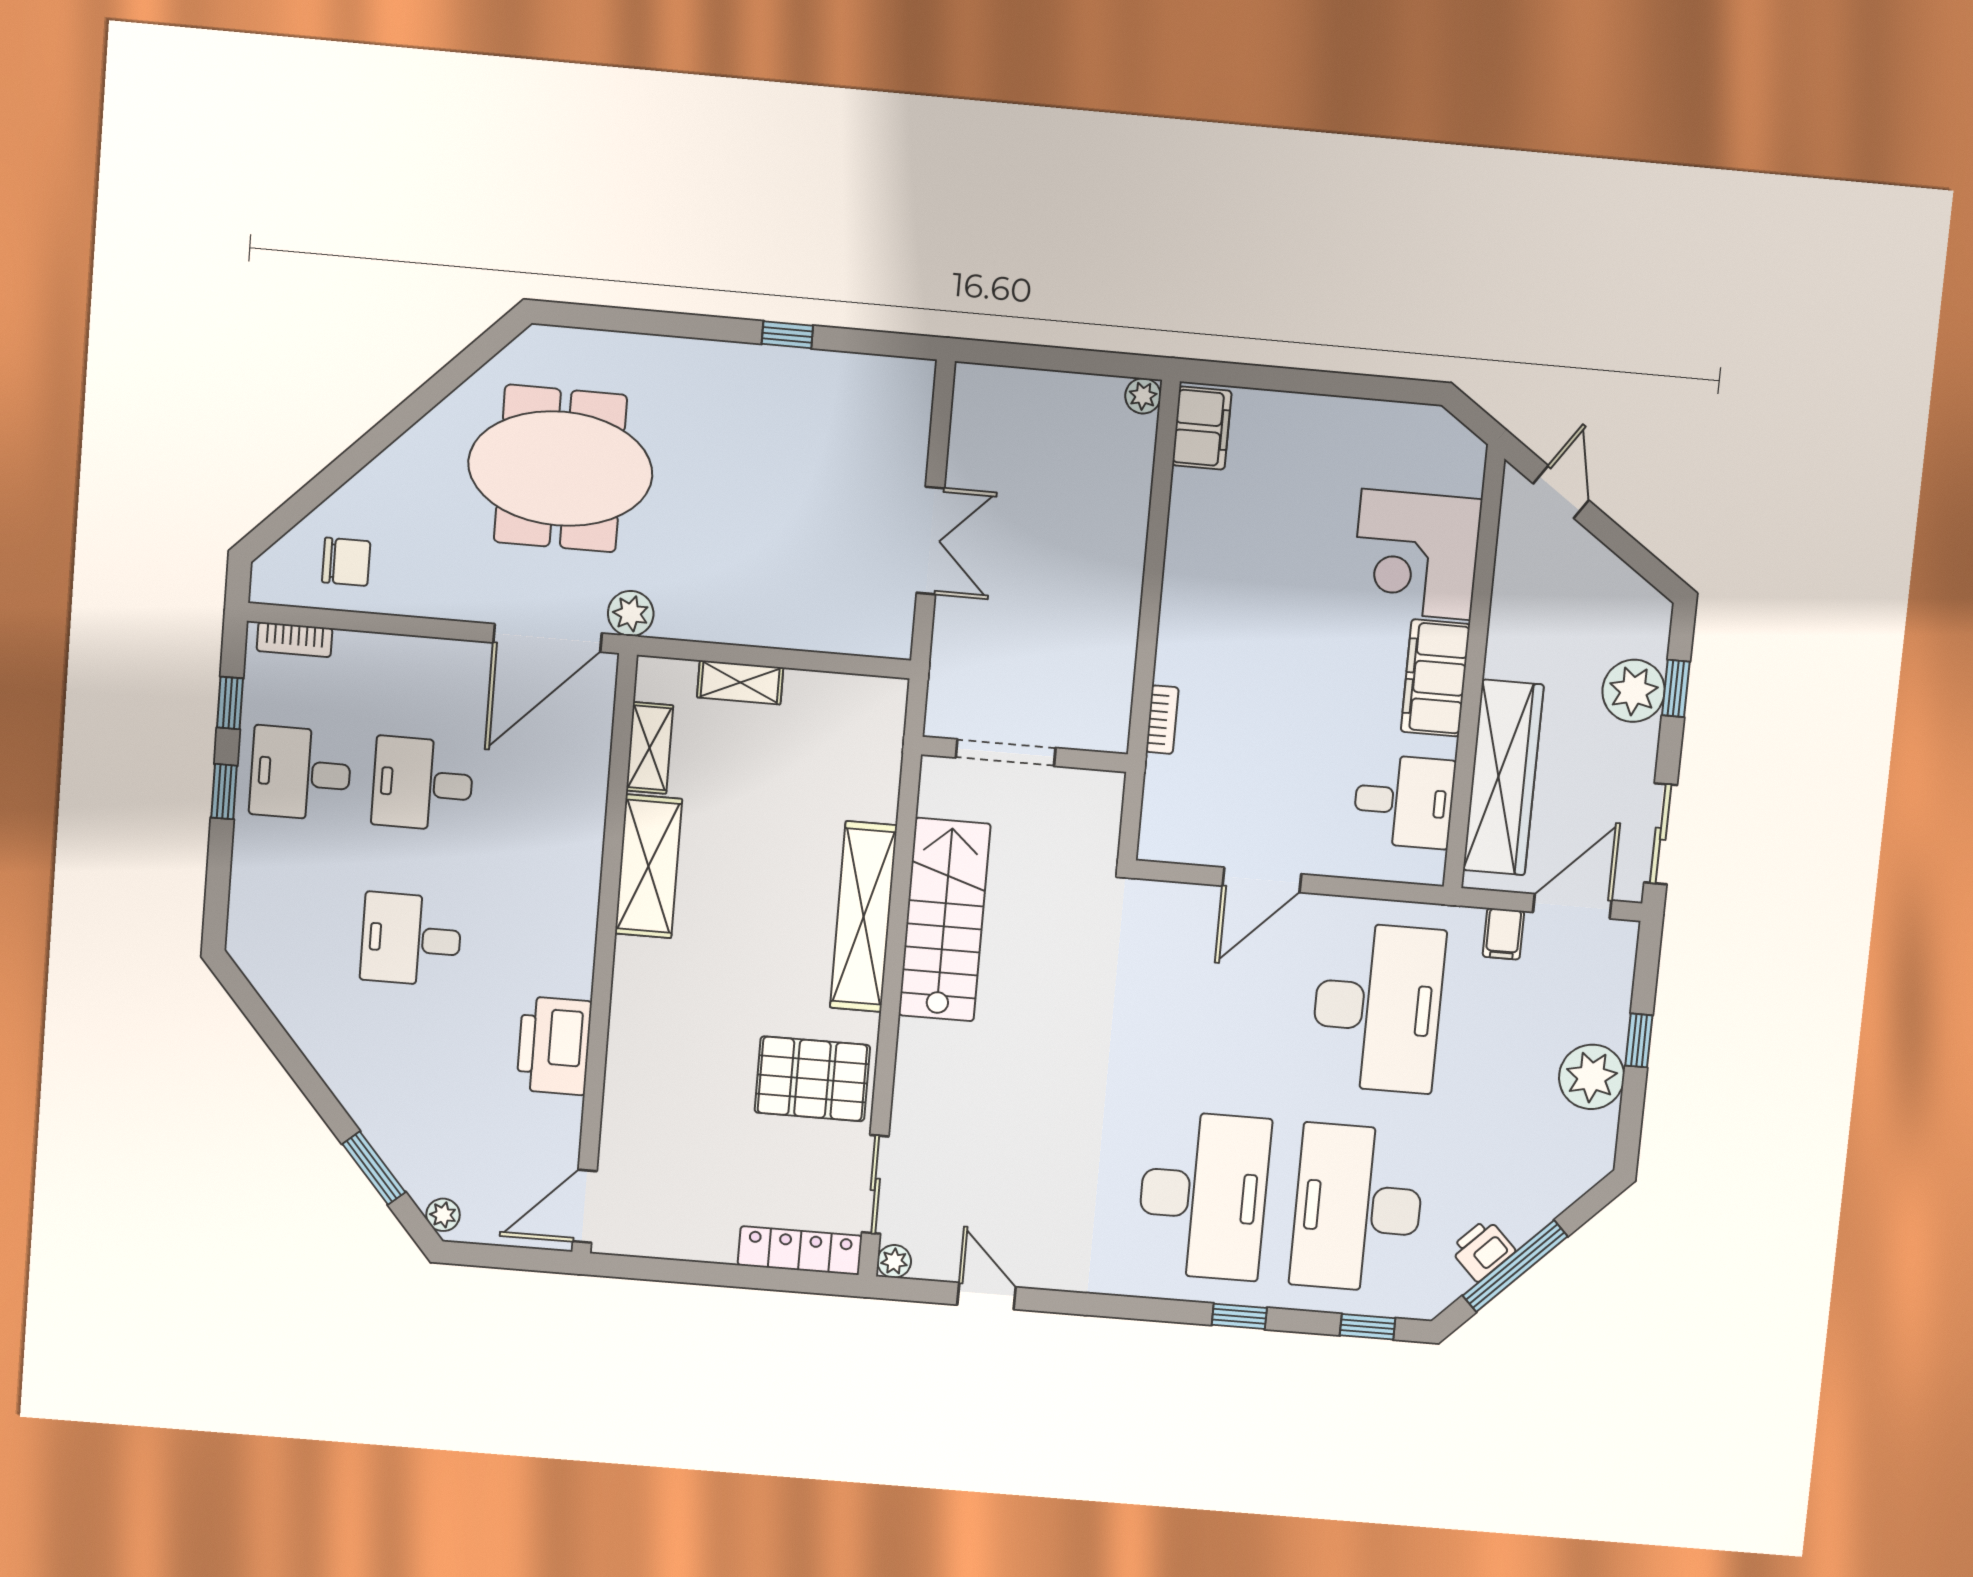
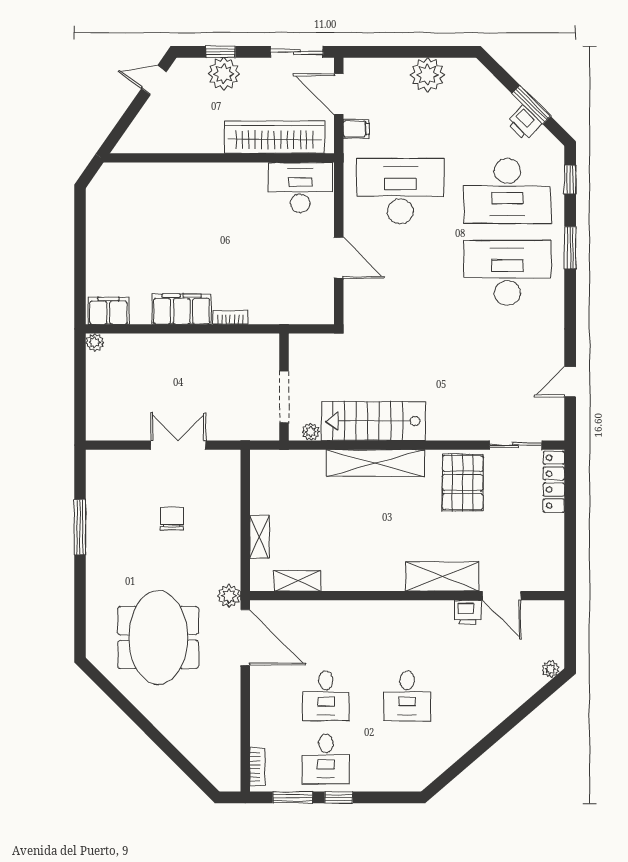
window: (787, 335) -> (80, 527), width x2.17
door: (1561, 492) -> (154, 80), moved
corner desk: (1416, 555) -> (163, 194), removed
chair: (346, 562) -> (172, 519), moved
filing cabinet: (1435, 678) -> (182, 309), moved, turned 180
window: (230, 703) -> (293, 797), width x1.50
bookcase: (1162, 720) -> (230, 317), moved
desk: (1404, 801) -> (300, 188), width x1.37
shelving: (649, 866) -> (442, 576), moved
window: (1639, 1041) -> (406, 52), removed
printer: (554, 1046) -> (468, 612), width x0.53, depth x0.68
window: (374, 1168) -> (529, 707), removed
door: (585, 1206) -> (502, 596), moved
plant: (894, 1261) -> (311, 432), moved
window: (1515, 1266) -> (531, 105), width x0.69
window: (1239, 1316) -> (570, 248), width x1.50

